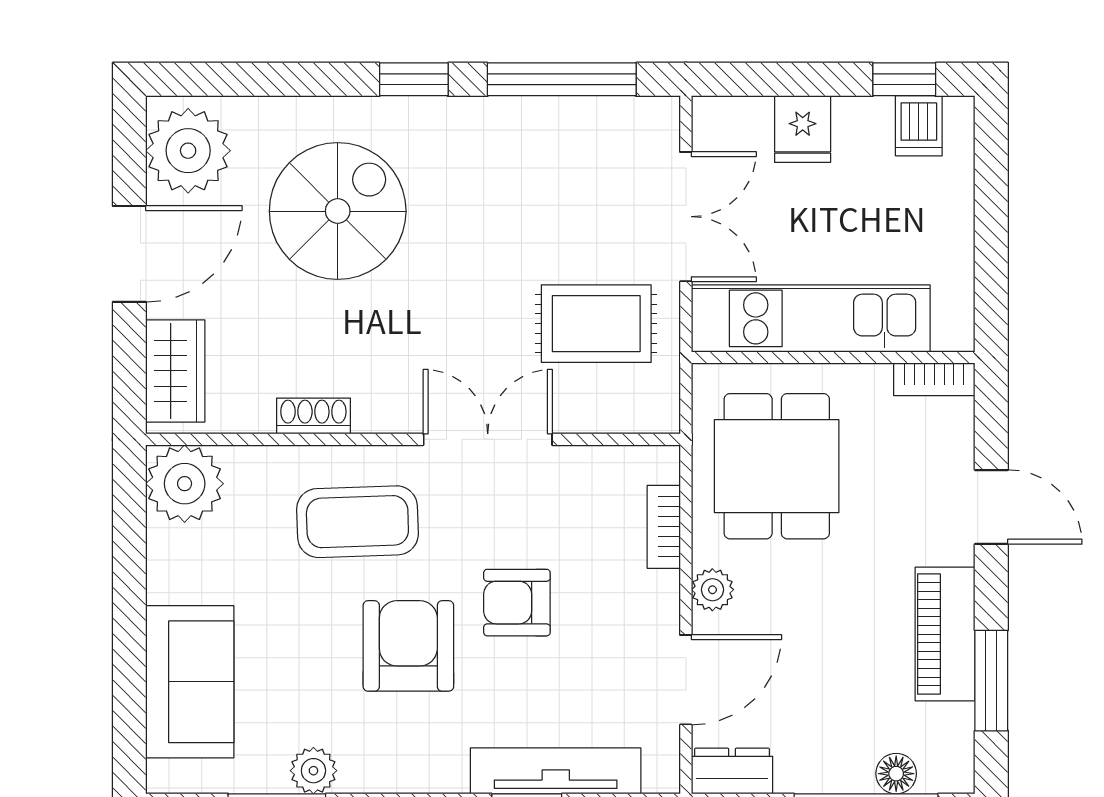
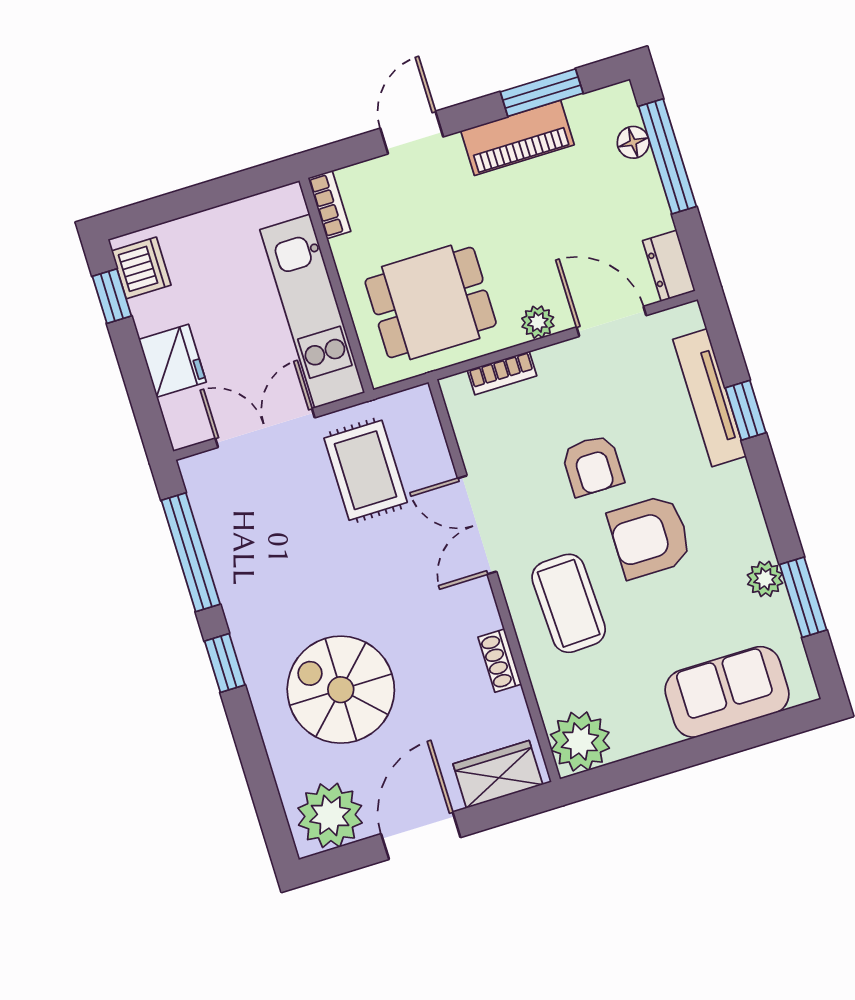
dishwasher: (919, 126) -> (141, 268), width x1.38
fridge: (803, 129) -> (172, 361), width x1.38
door: (129, 254) -> (421, 836), hinge flipped

